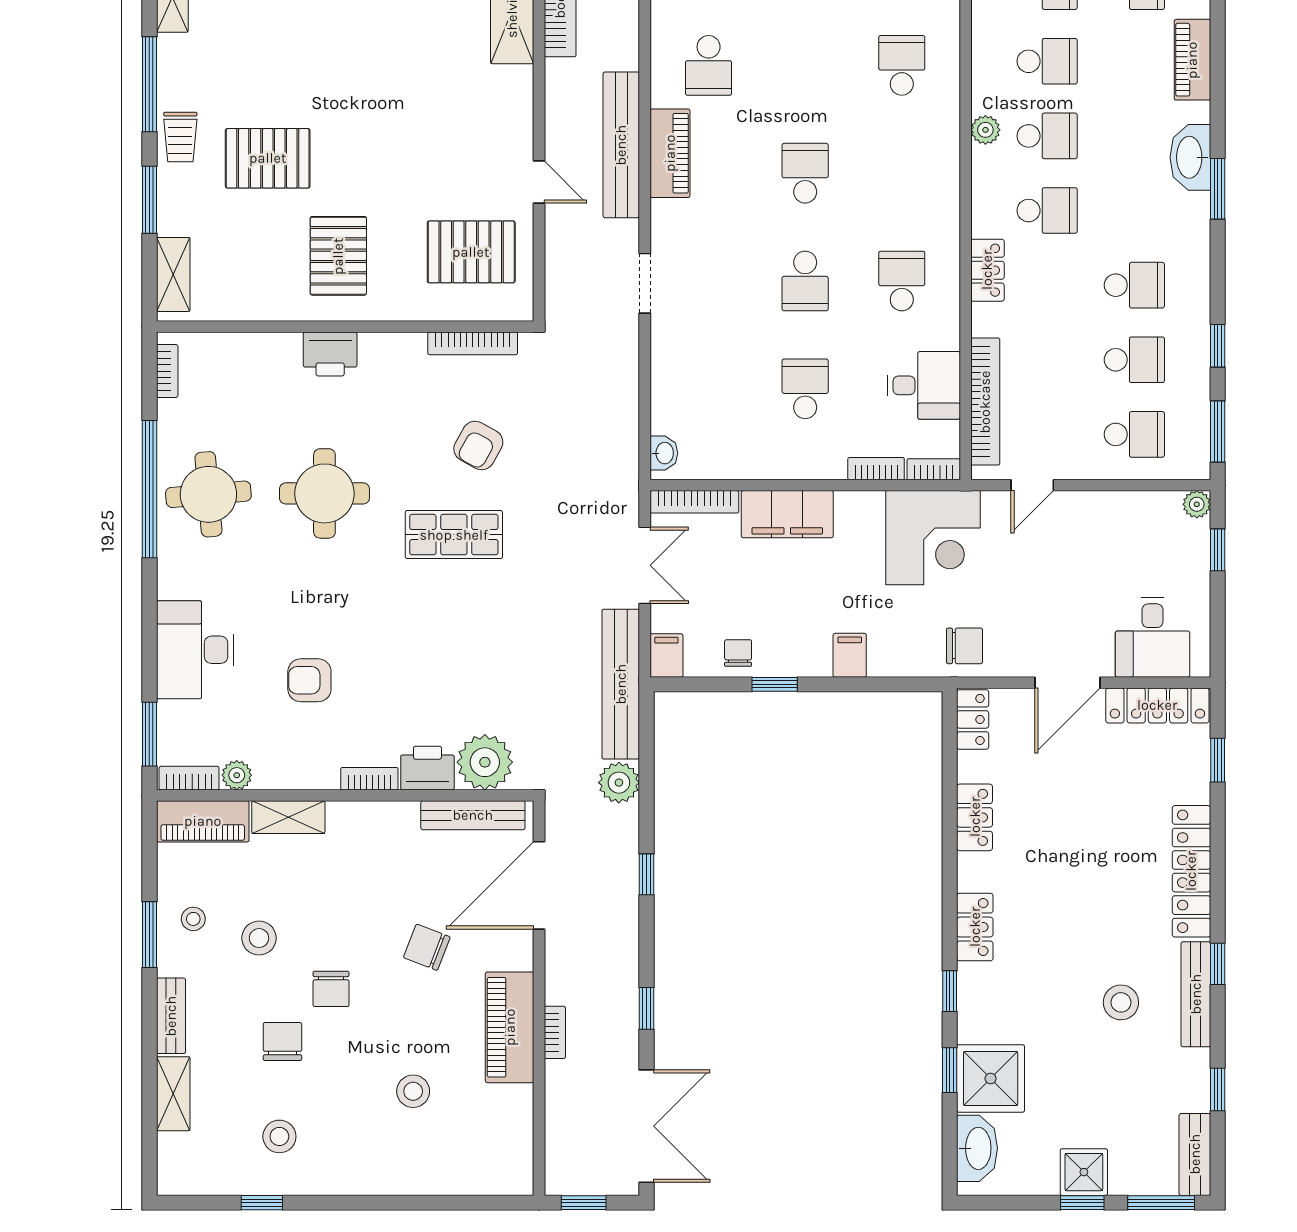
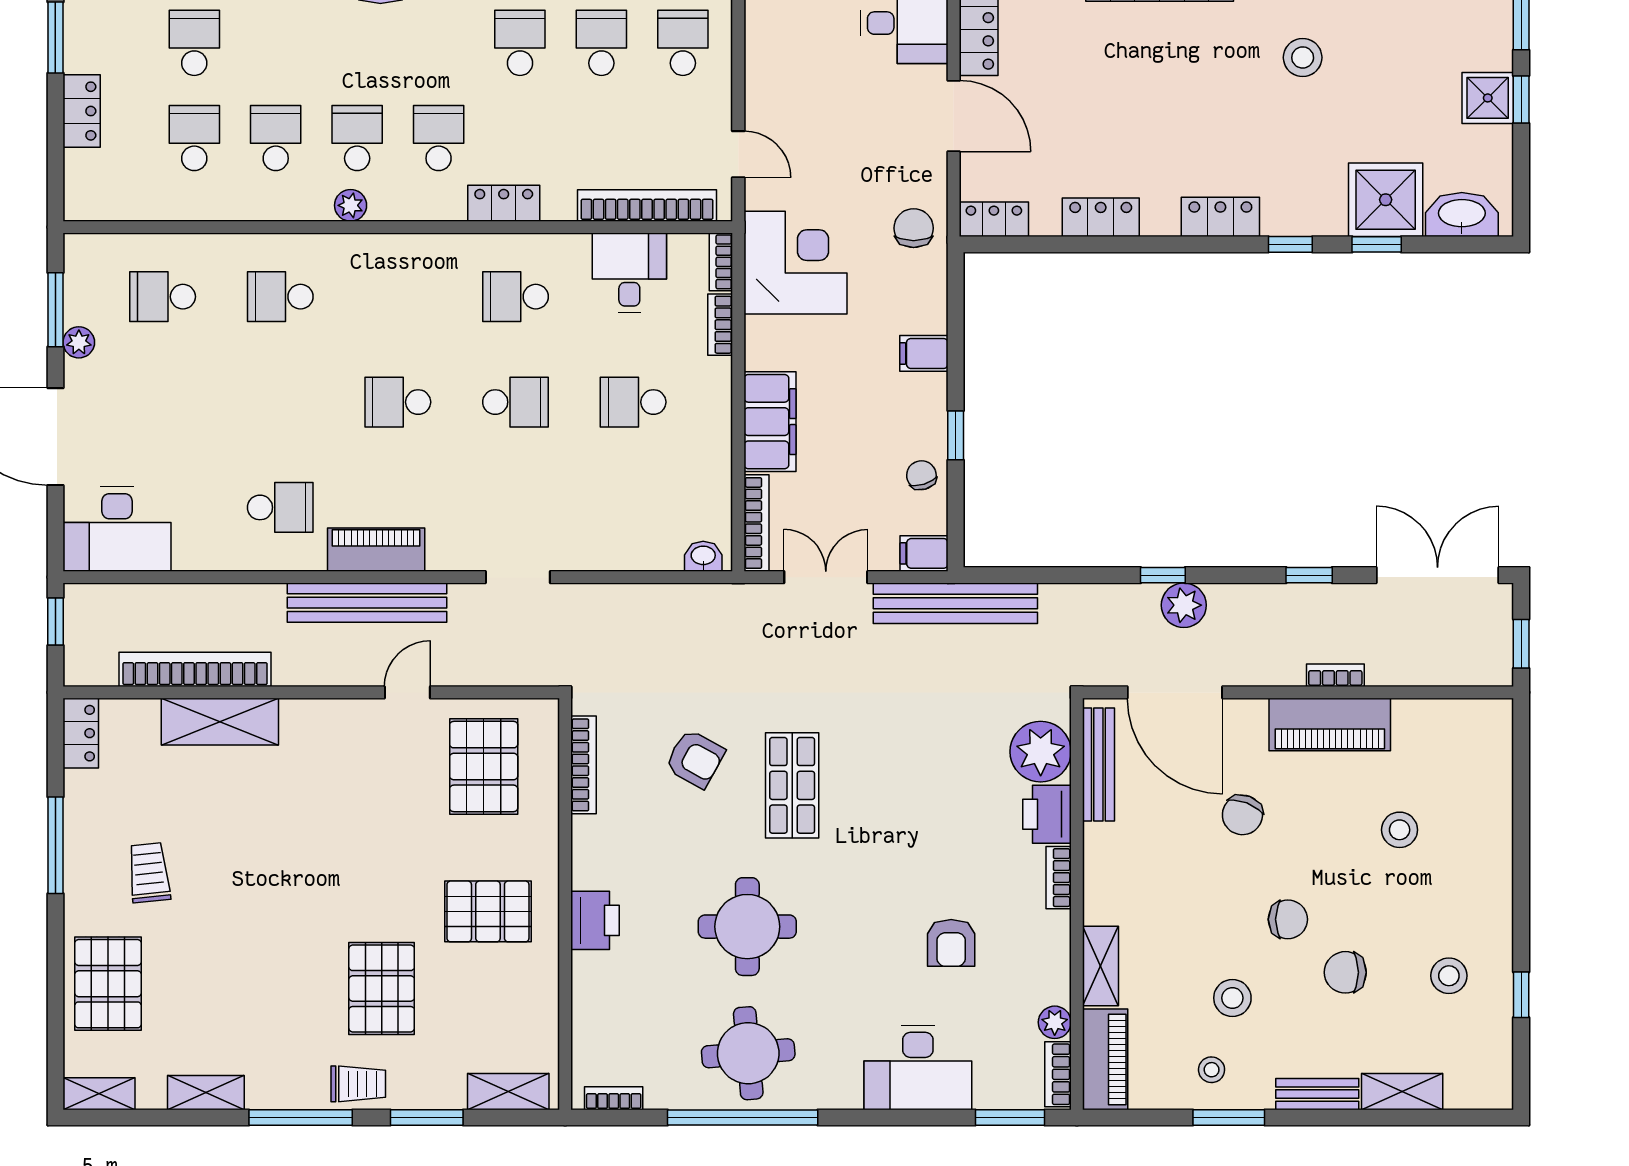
chair: (738, 653) -> (921, 475), turned 73
plant: (619, 783) -> (1184, 605), moved

